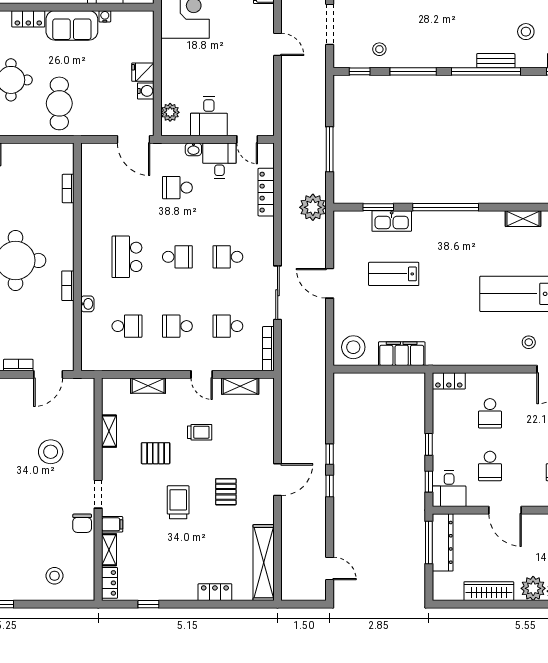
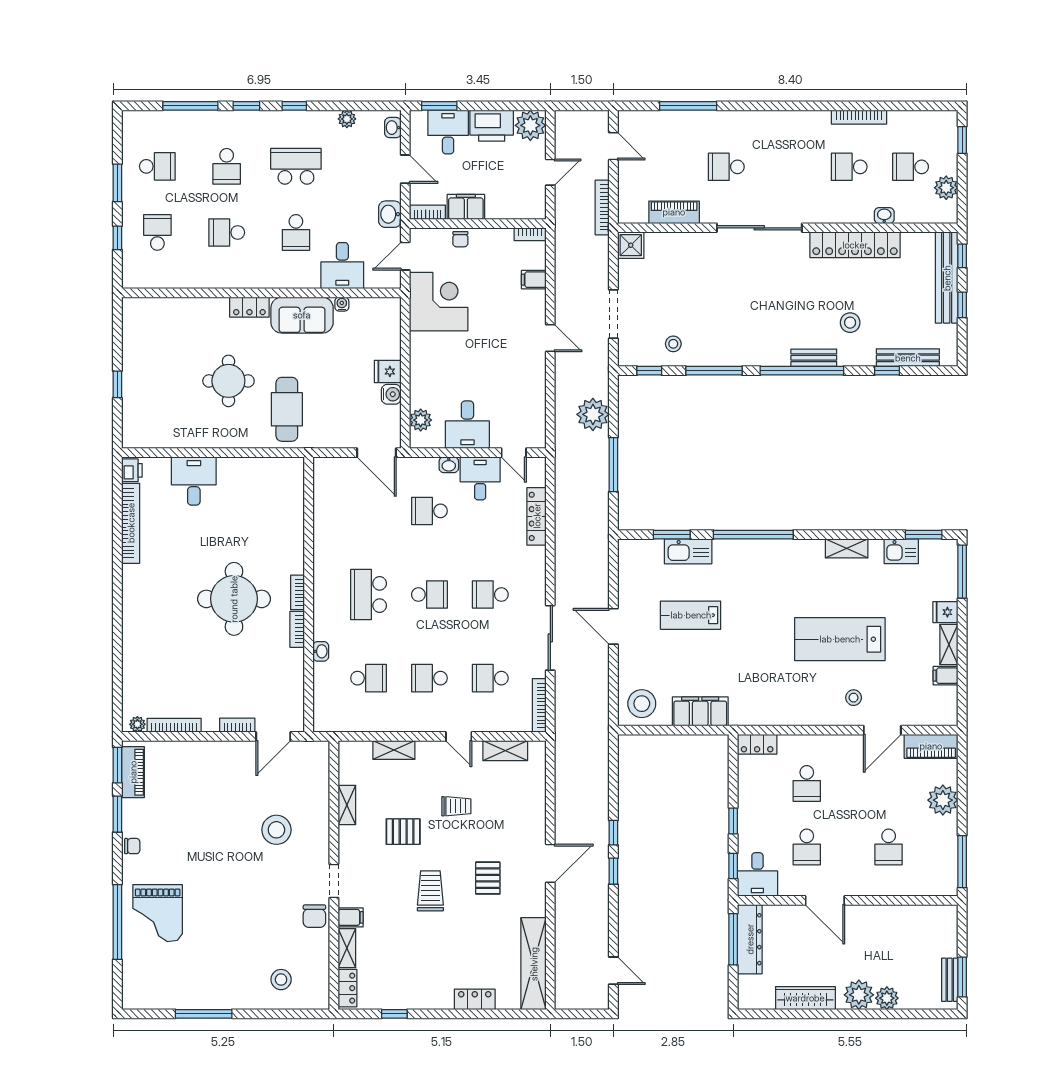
bookcase: (68, 189) -> (297, 592), moved
plant: (313, 207) -> (593, 414), moved

